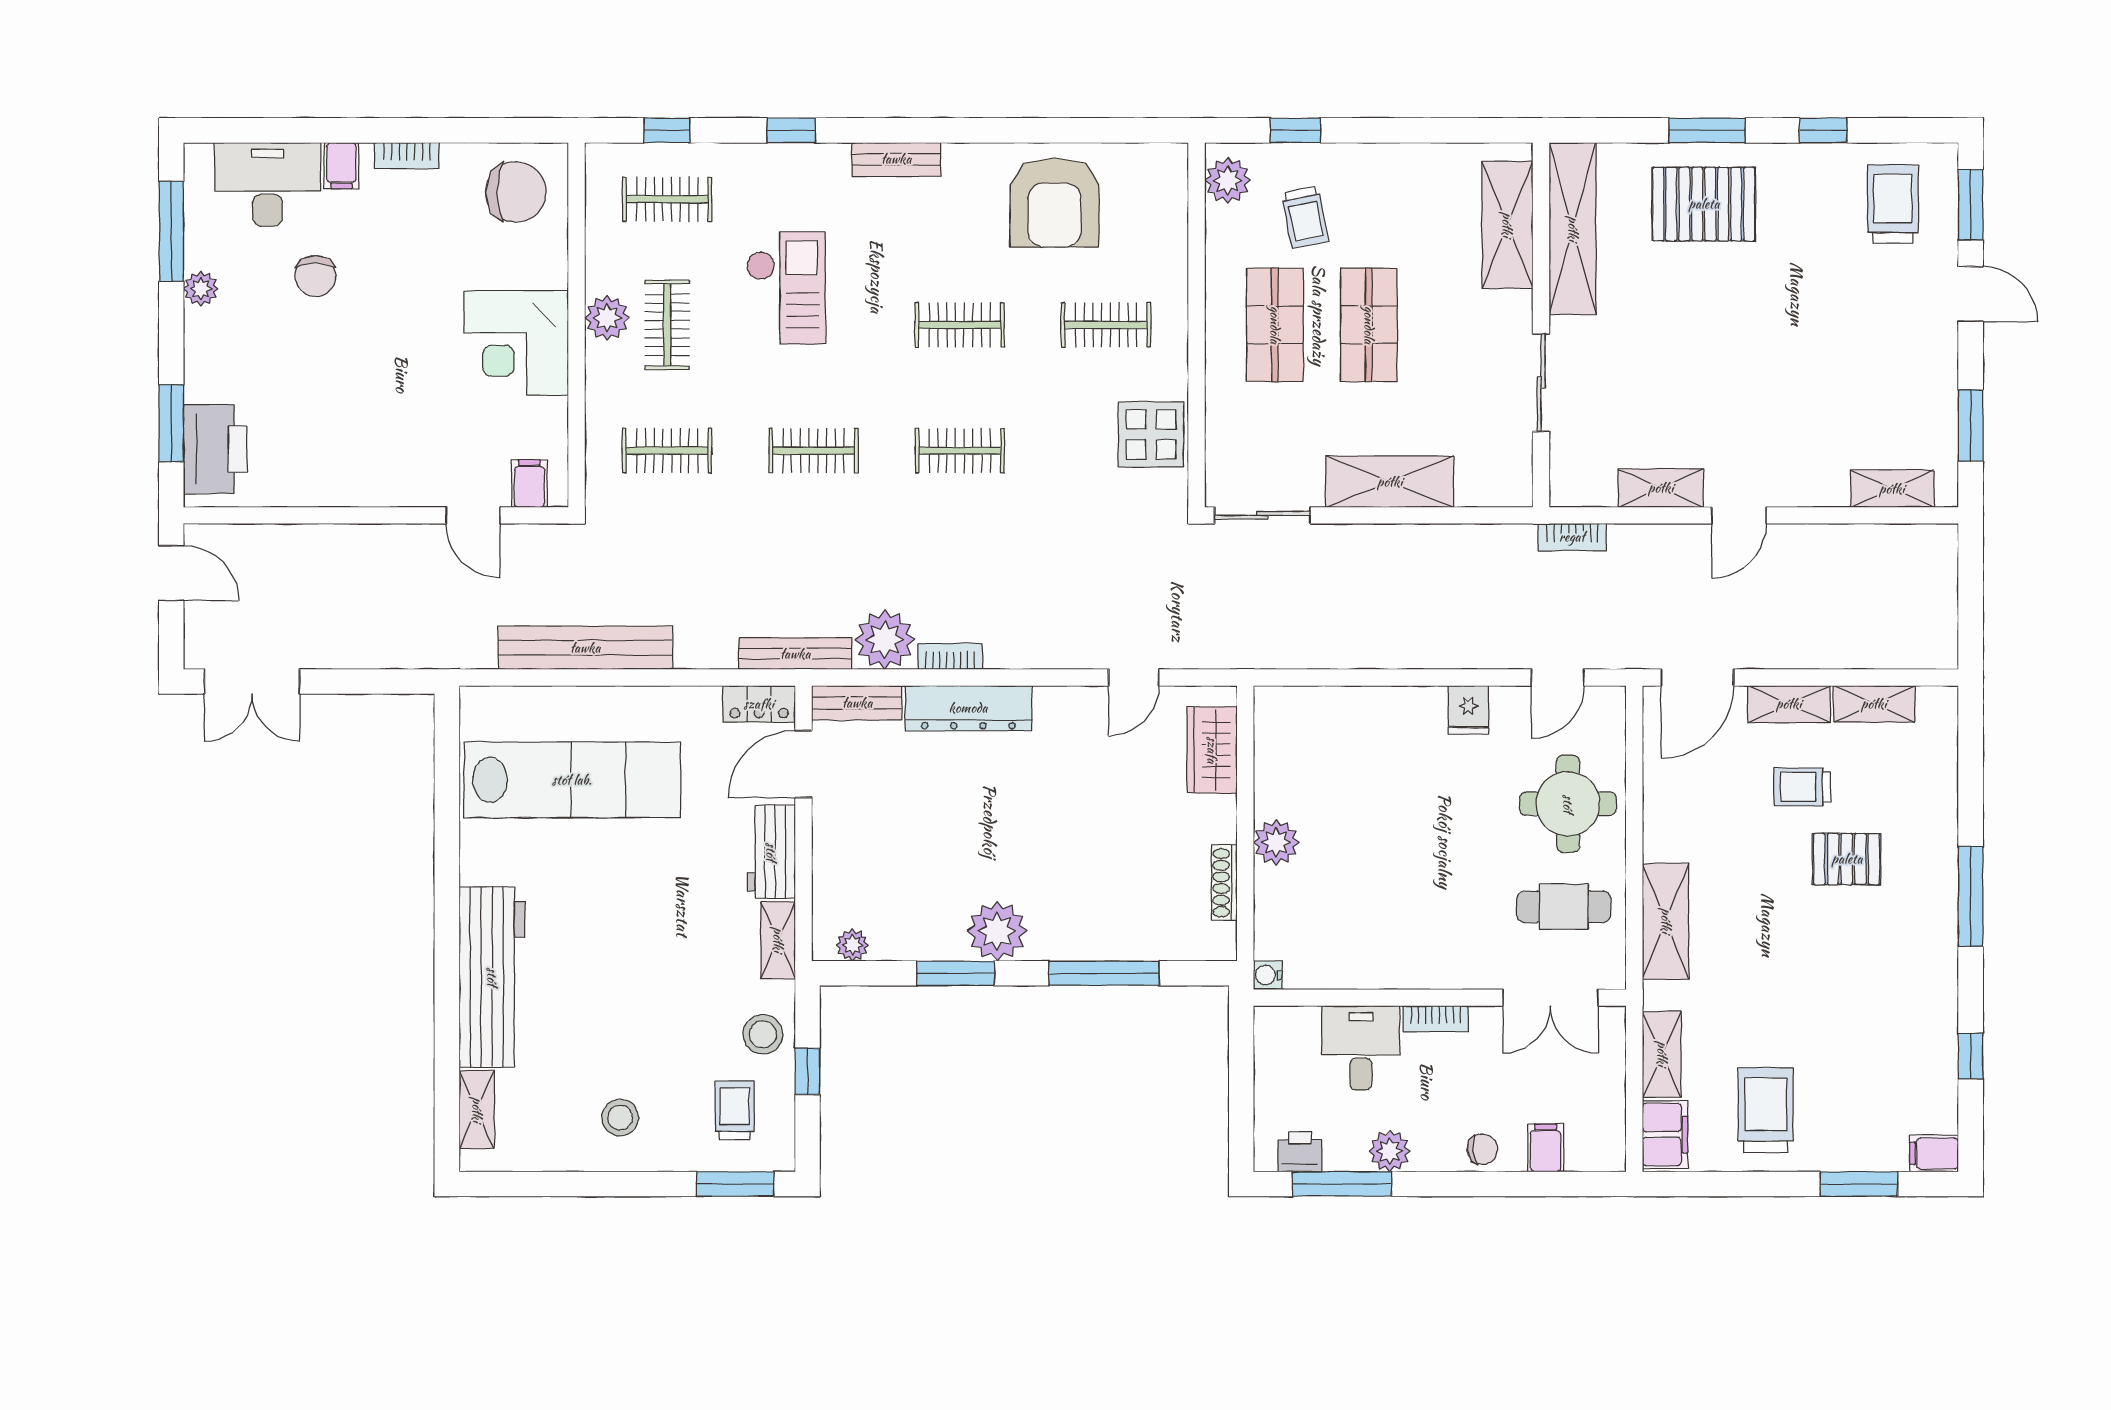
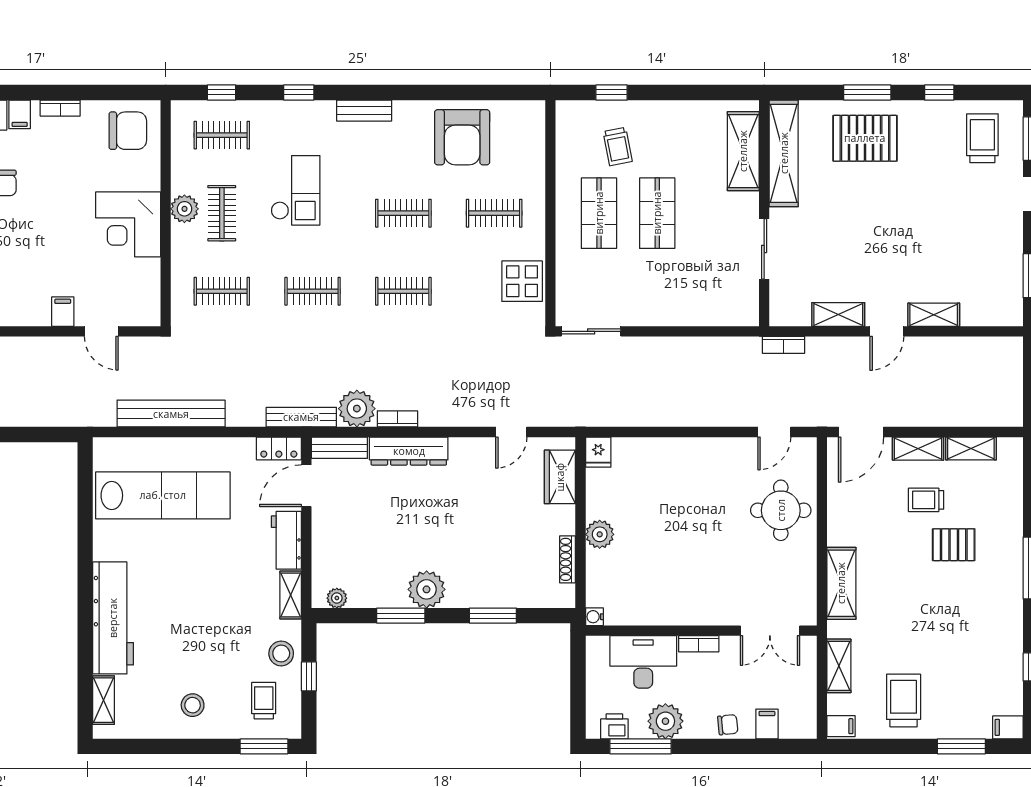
plant: (1228, 180) -> (570, 124), removed
shelving: (1390, 482) -> (670, 310), removed
filing cabinet: (529, 483) -> (63, 312), moved
shelving: (1892, 489) -> (934, 315), moved
fridge: (1468, 710) -> (598, 452), moved
cafe table: (1564, 907) -> (778, 574), removed
window: (1104, 973) -> (493, 616), width x0.69
desk: (1361, 1048) -> (643, 662), width x1.37
filing cabinet: (1665, 1135) -> (841, 726), width x0.50
plant: (1390, 1151) -> (665, 721), width x1.36, depth x1.36

